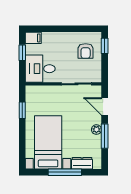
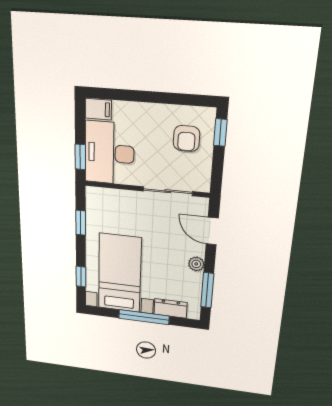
window: (22, 53) -> (80, 157), moved
desk: (40, 69) -> (109, 153), width x1.37
window: (105, 136) -> (207, 290), moved
window: (22, 148) -> (81, 277), added

